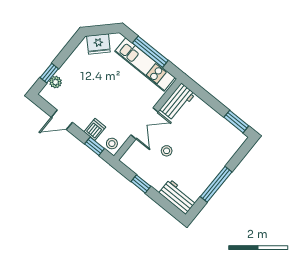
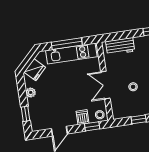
plant: (56, 82) -> (31, 93), moved
workbench: (177, 102) -> (120, 46), moved, turned 90
double door: (145, 123) -> (105, 85), swing flipped

